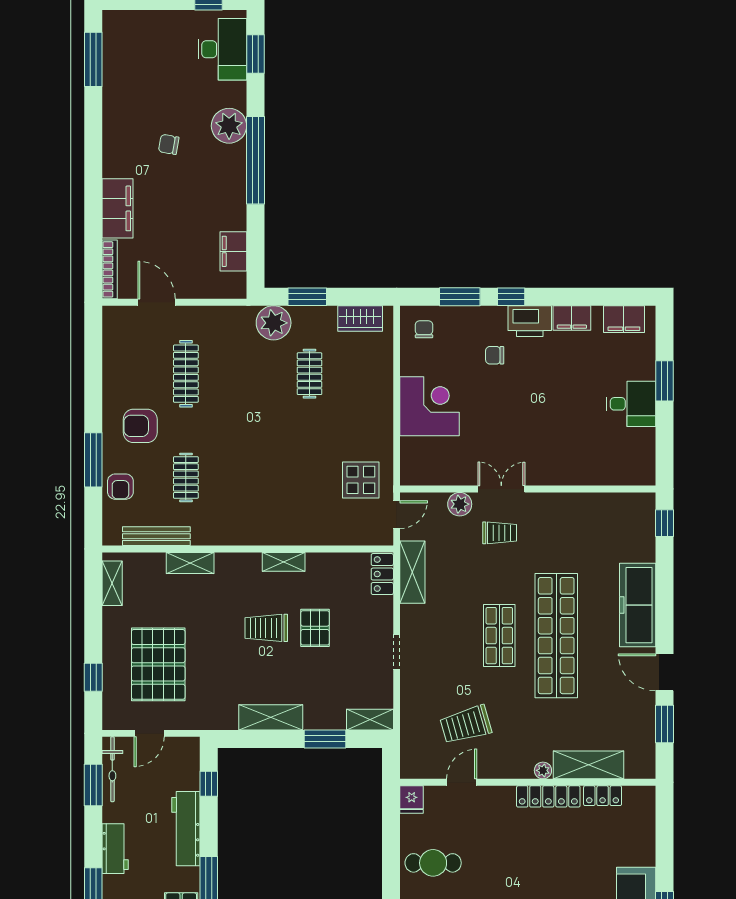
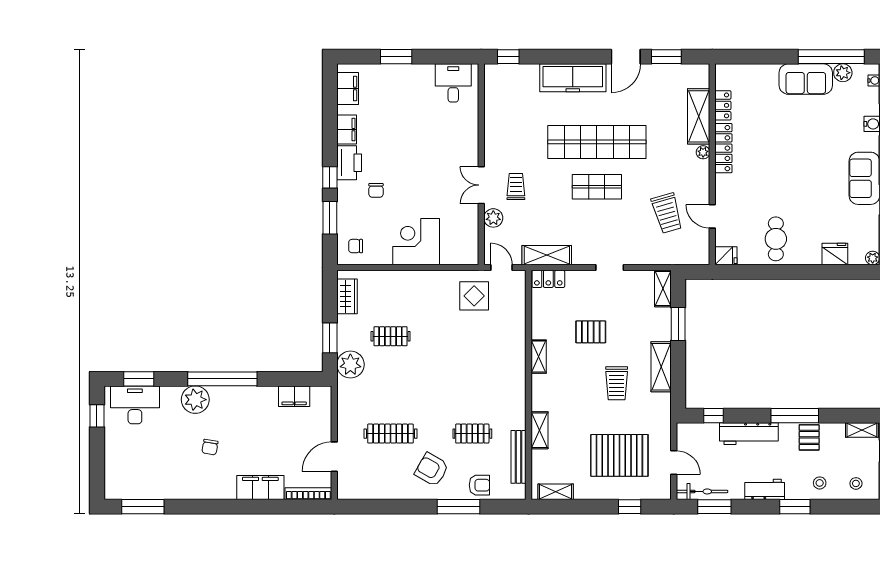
desk: (631, 404) -> (453, 83), moved
armchair: (140, 426) -> (432, 470), turned 120
trolley: (266, 628) -> (617, 383), moved

